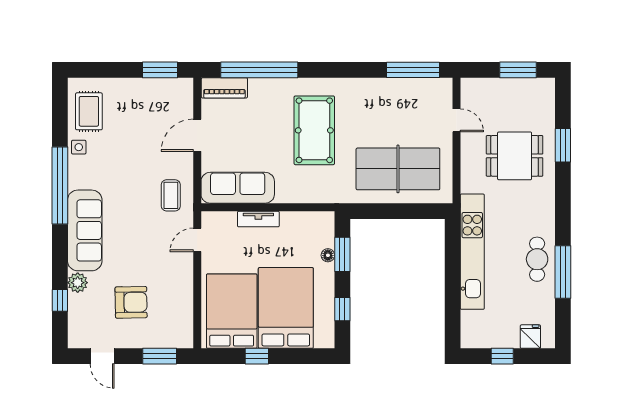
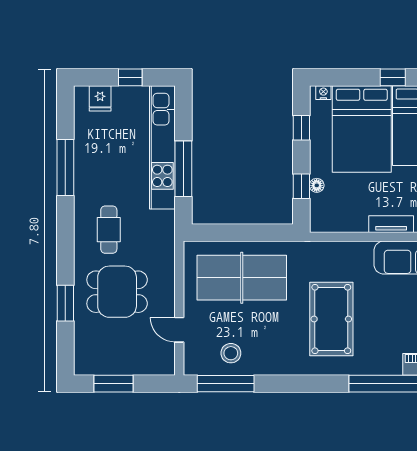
stool: (408, 98) -> (231, 353), added
kitchen unit: (472, 252) -> (162, 147), moved
window: (342, 254) -> (301, 186), width x0.67
cafe table: (537, 259) -> (109, 230), moved
window: (453, 271) -> (183, 169), added
nightstand: (322, 342) -> (323, 93), added

